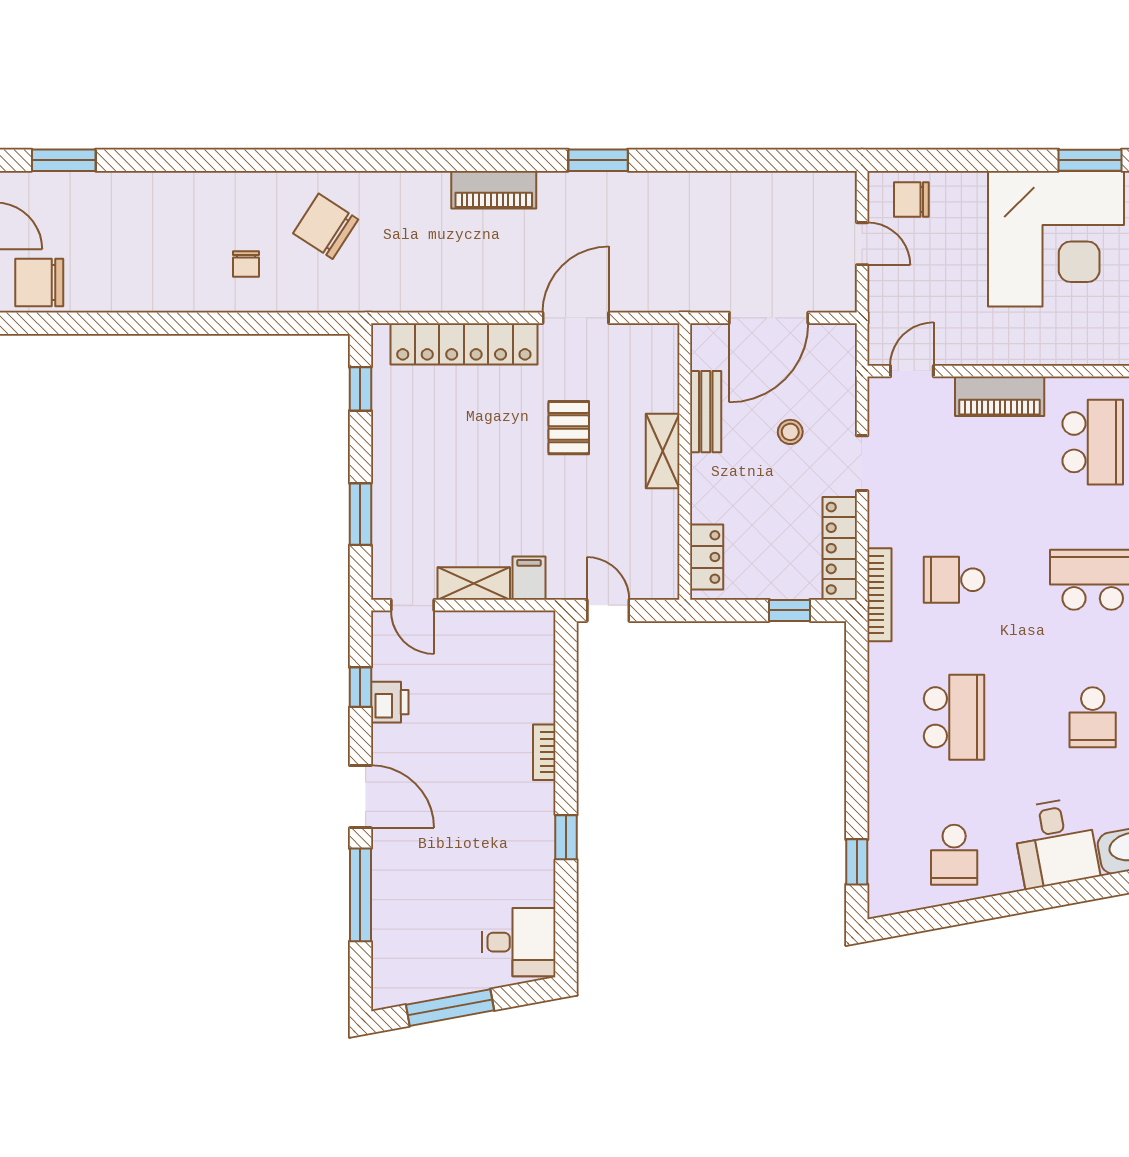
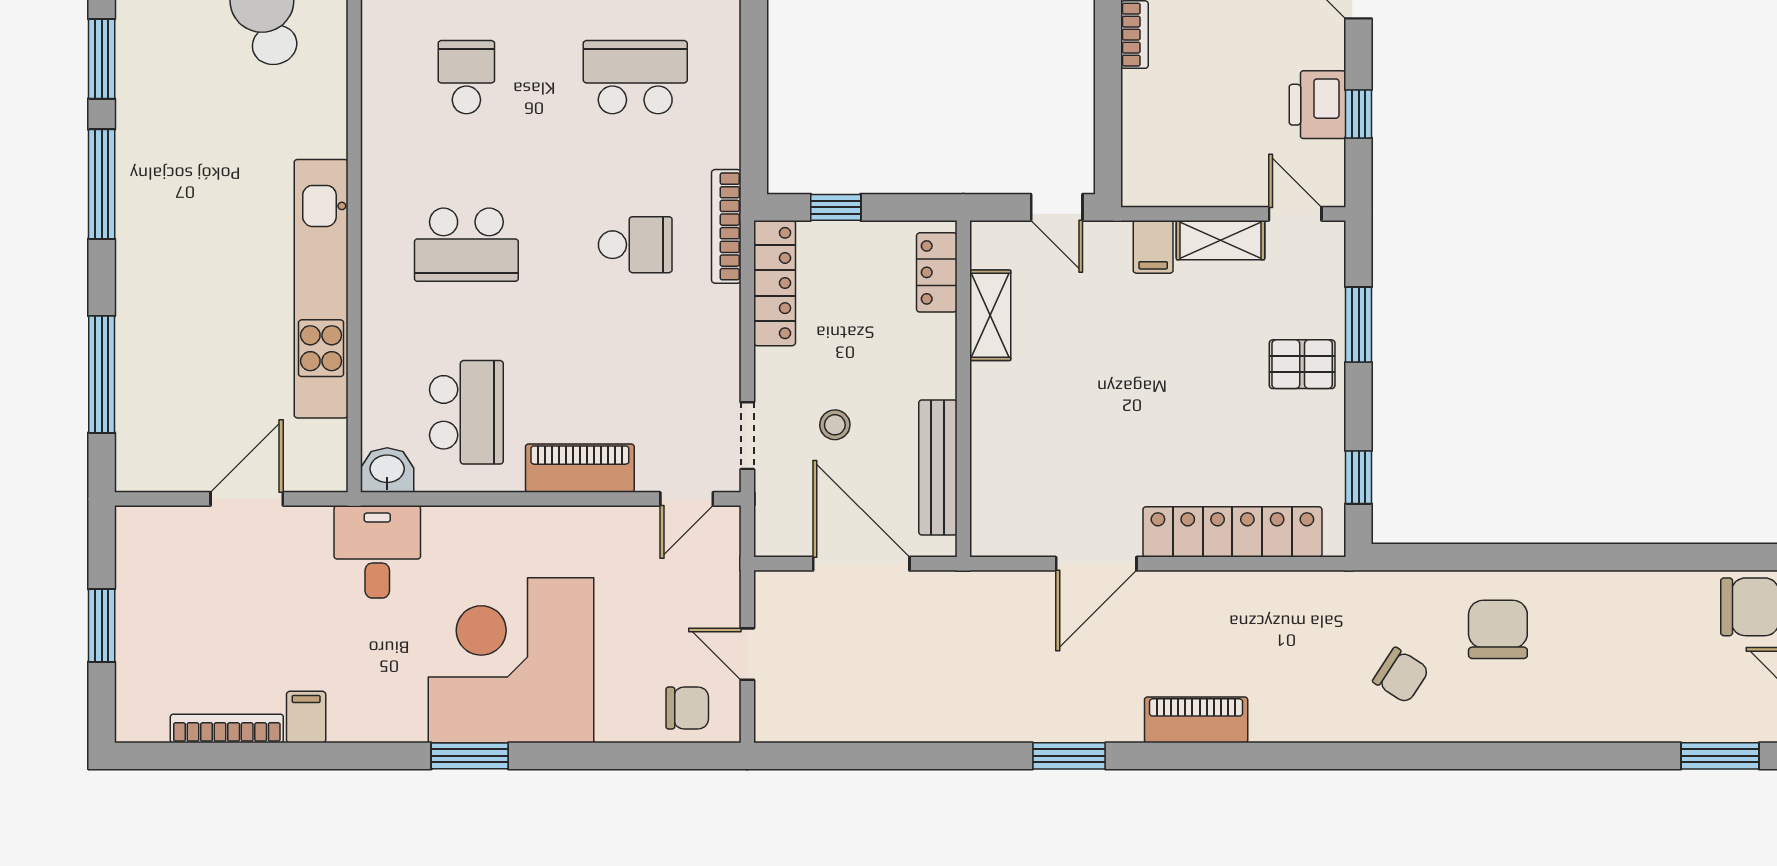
chair: (326, 226) -> (1401, 675), width x0.73, depth x0.73
chair: (246, 264) -> (1498, 629), width x1.87, depth x1.87
door: (769, 318) -> (861, 564), hinge flipped
bench: (706, 412) -> (938, 467), width x1.36
pallet: (569, 428) -> (1302, 364), moved, turned 90
school desk: (1093, 442) -> (466, 412), turned 180
shelving: (663, 451) -> (990, 315), moved
doorway: (862, 463) -> (747, 436), moved
printer: (390, 702) -> (1317, 105), width x1.36, depth x1.24
school desk: (954, 717) -> (635, 77), turned 90

